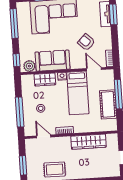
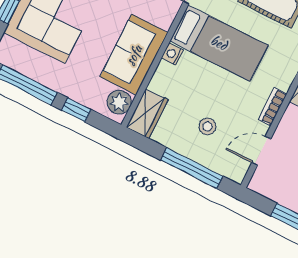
window: (16, 60) -> (76, 110), moved
wardrobe: (45, 79) -> (147, 114), moved

